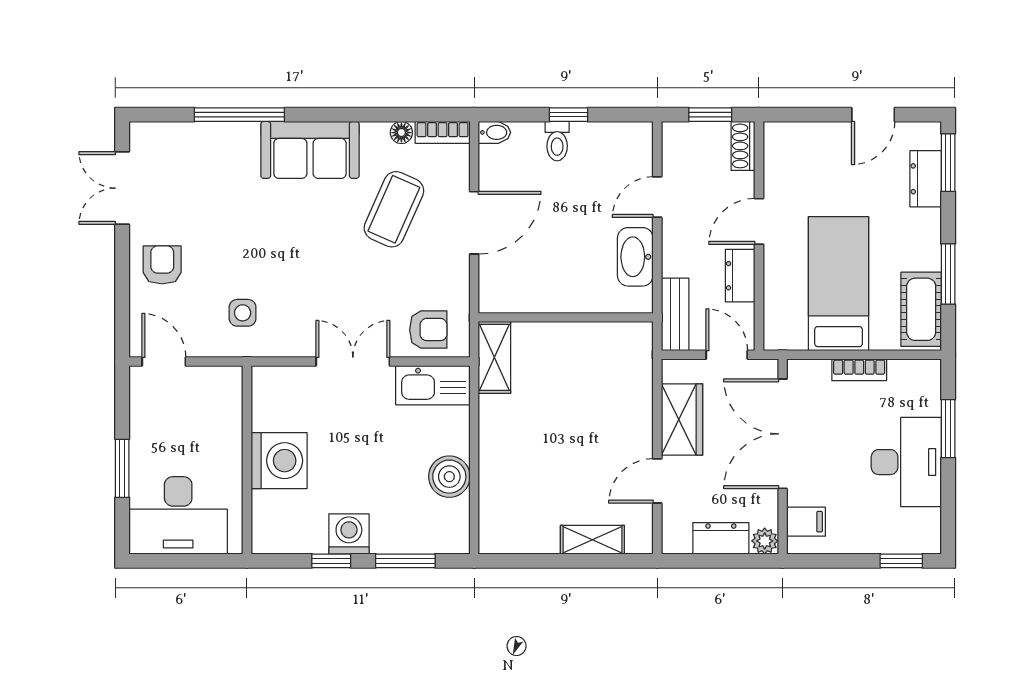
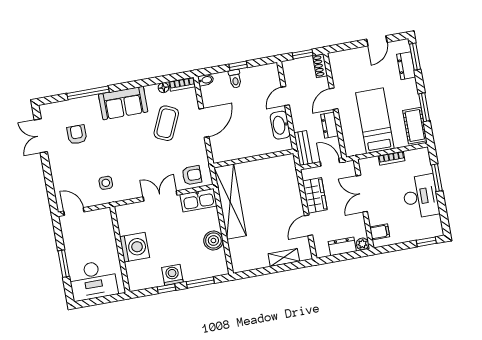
armchair: (162, 265) -> (77, 135), moved
shelving: (494, 357) -> (230, 202), width x2.20, depth x1.33
double door: (783, 434) -> (362, 194), width x0.73

